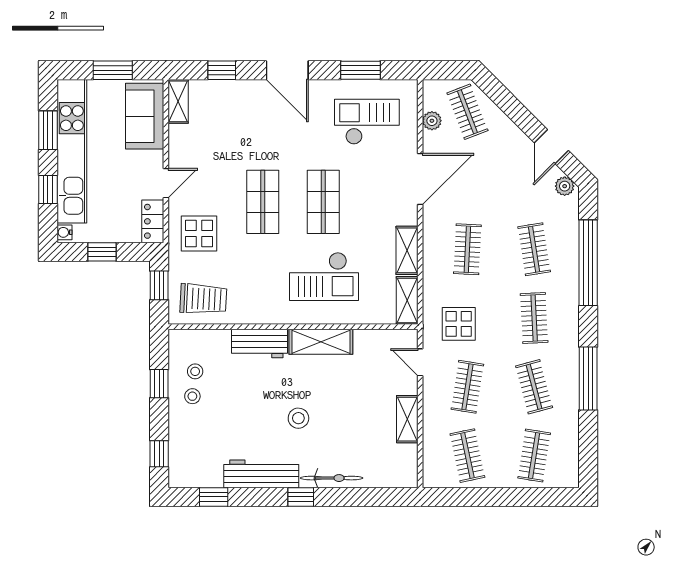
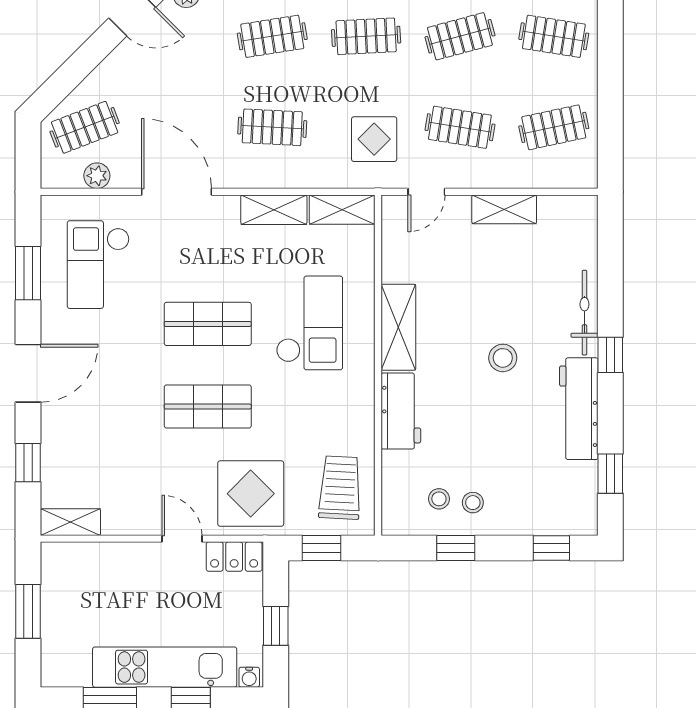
sofa: (145, 116) -> (91, 568), removed
kitchen unit: (72, 151) -> (165, 667), width x0.73
display table: (199, 233) -> (251, 494), width x1.36, depth x1.36

